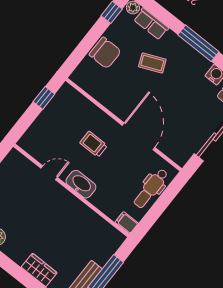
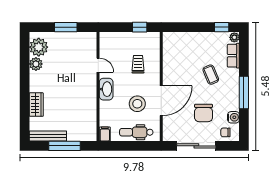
chair: (105, 53) -> (204, 113), moved
trolley: (94, 144) -> (138, 64), moved
stool: (122, 164) -> (137, 104), added

